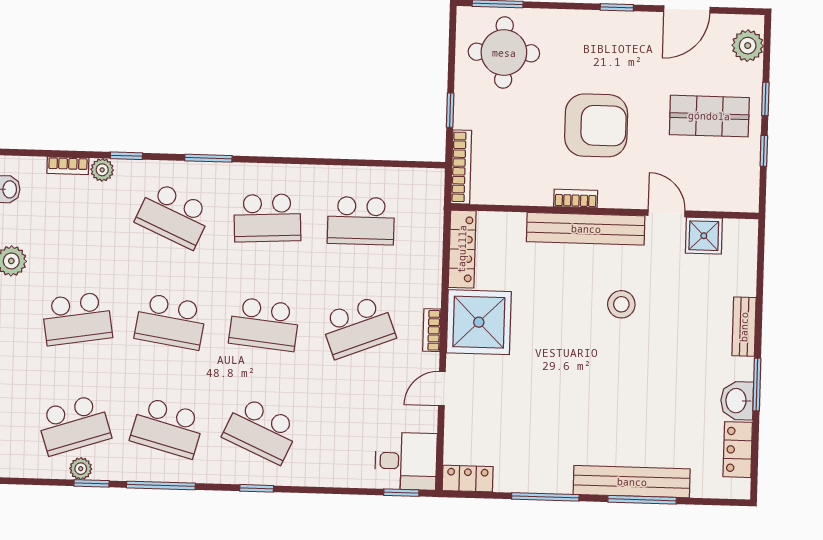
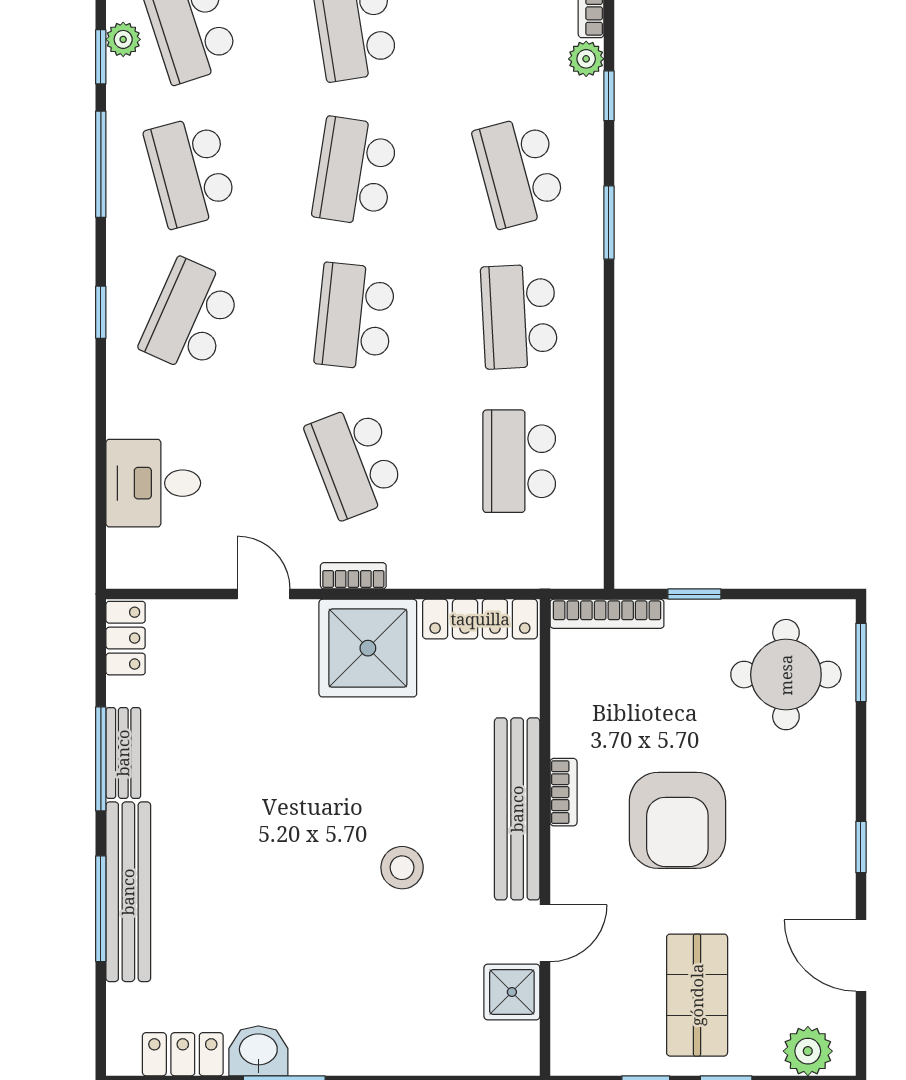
school desk: (174, 215) -> (519, 172), turned -39
bench: (744, 327) -> (123, 753), moved, turned 90
school desk: (167, 428) -> (191, 172), turned -30
desk: (406, 461) -> (153, 483), moved, turned 90
window: (401, 493) -> (101, 536), removed

